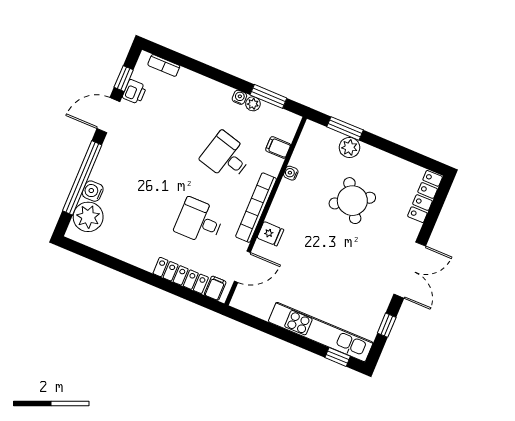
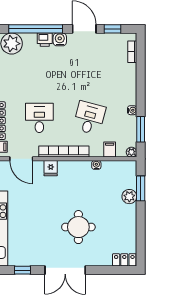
printer: (134, 92) -> (45, 40), moved
plant: (253, 104) -> (131, 152), moved
water cooler: (93, 191) -> (60, 39), moved
locker: (425, 197) -> (124, 260), width x0.66
round table: (352, 201) -> (78, 227), moved, turned 32

